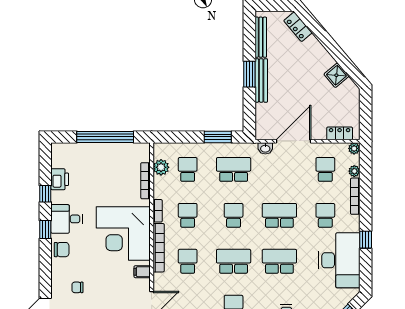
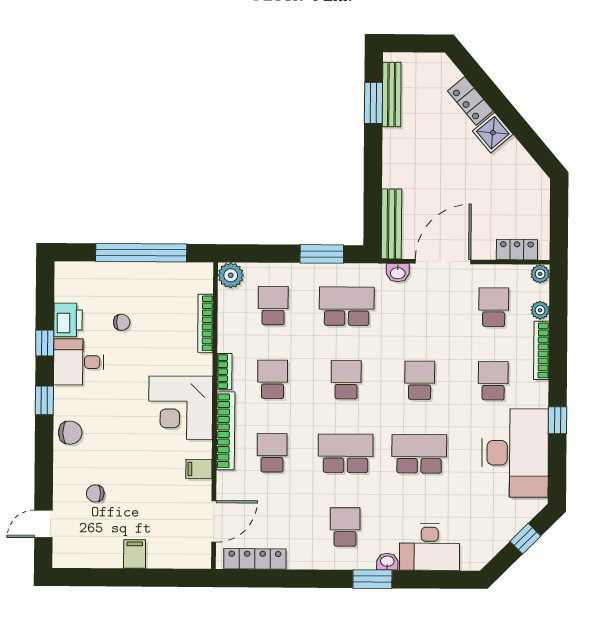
locker: (298, 27) -> (470, 101), moved
window: (249, 74) -> (373, 103), moved
shower: (336, 75) -> (493, 133), moved
bench: (261, 80) -> (392, 224), moved
plant: (161, 167) -> (231, 275), moved
chair: (93, 180) -> (122, 322), added
school desk: (279, 215) -> (420, 380), width x0.54
desk: (67, 219) -> (79, 362), moved
corner desk: (123, 234) -> (181, 408), width x0.74, depth x0.74

